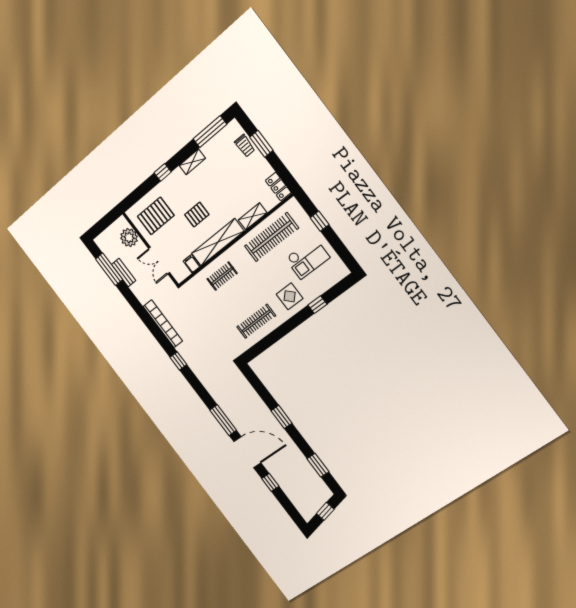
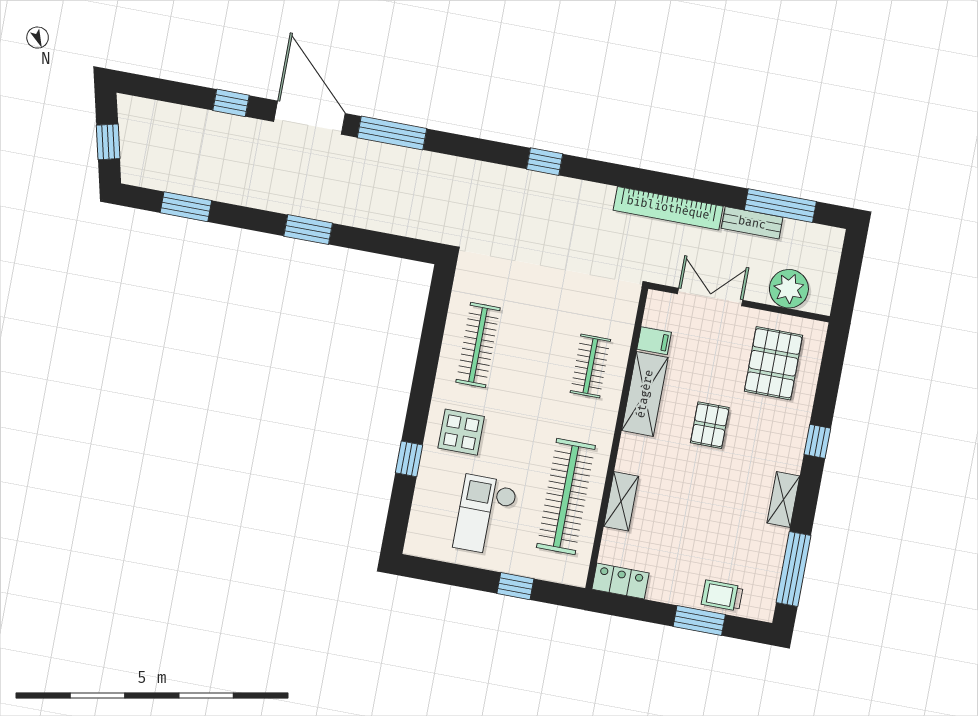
shelving: (218, 242) -> (645, 394), width x0.68
bookcase: (163, 324) -> (668, 208), moved
door: (247, 452) -> (309, 118), swing flipped

